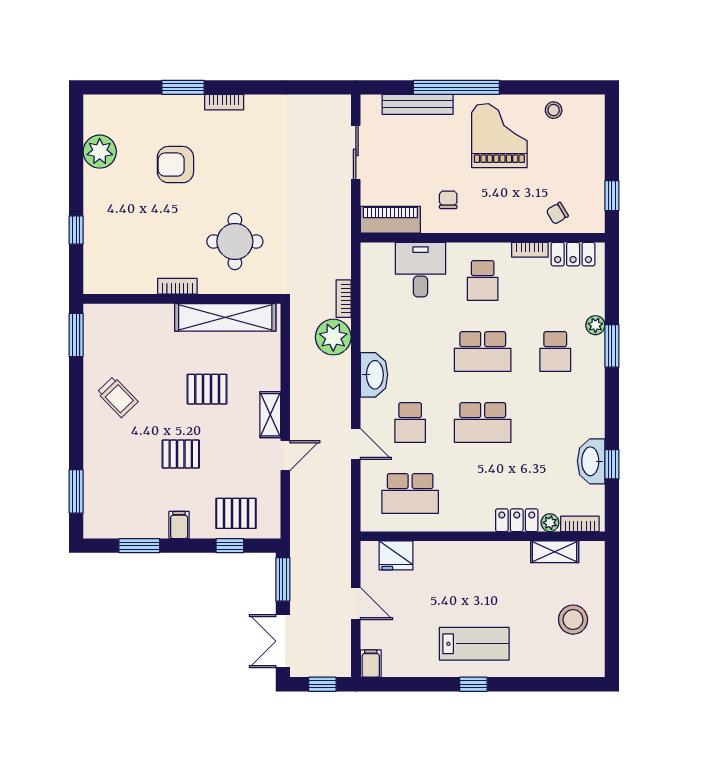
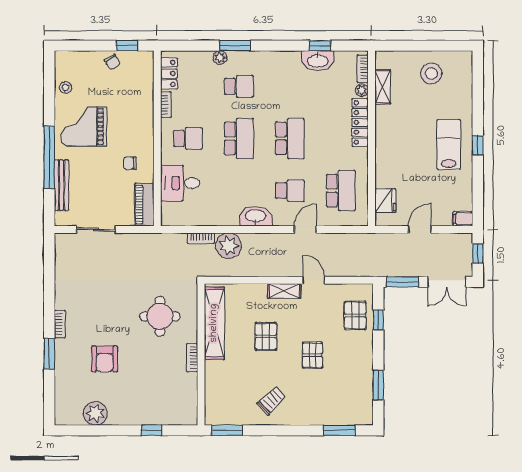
chair: (557, 213) -> (112, 62), moved
locker: (517, 520) -> (360, 122), width x1.53
filing cabinet: (179, 525) -> (363, 356), removed

